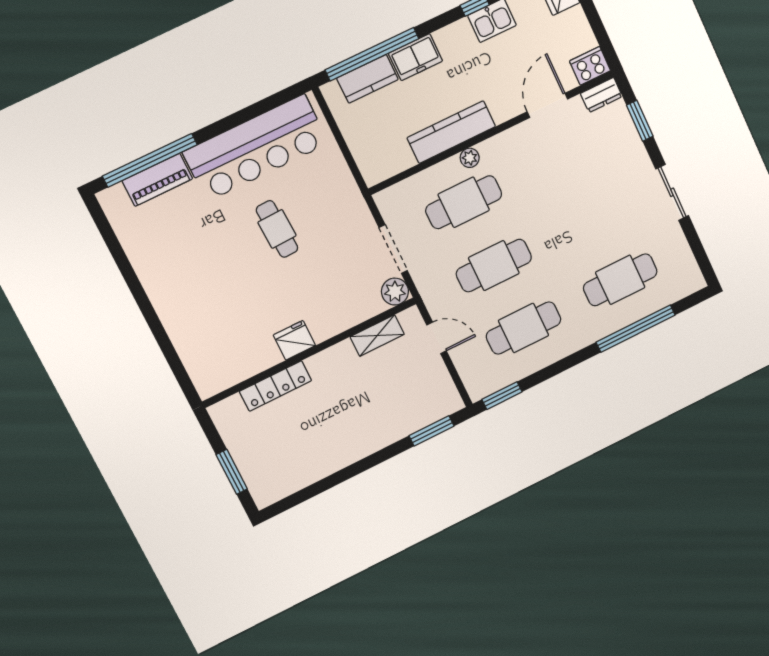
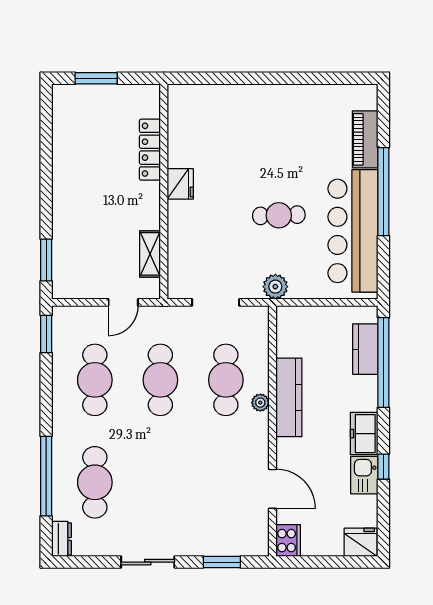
freezer: (416, 57) -> (364, 434), moved
dresser: (601, 95) -> (61, 539), moved, turned 180
window: (150, 160) -> (383, 192), moved
plant: (395, 292) -> (275, 287), moved

